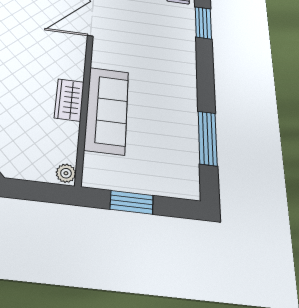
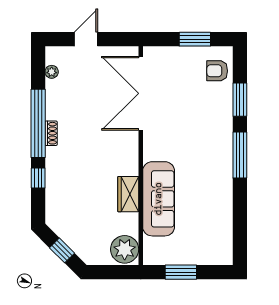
window: (208, 138) -> (240, 155), moved
plant: (66, 173) -> (125, 249), width x1.87, depth x1.87

